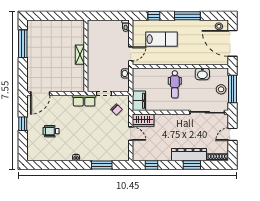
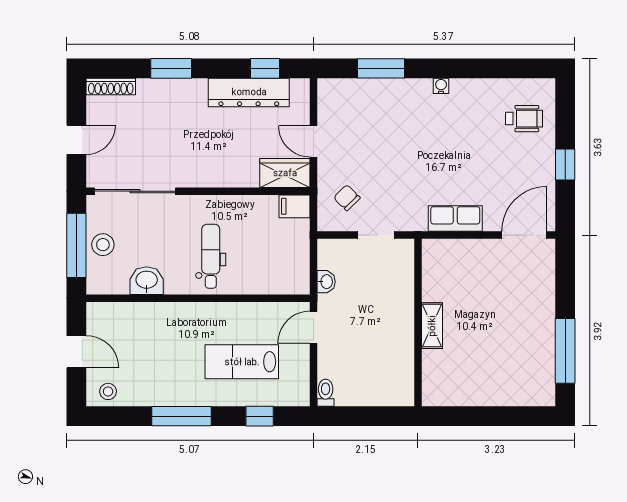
door: (232, 43) -> (76, 352), width x0.53
row of seats: (84, 101) -> (455, 218), moved
filing cabinet: (139, 101) -> (294, 206), width x0.50
wheelchair: (51, 131) -> (524, 119), moved
dresser: (189, 155) -> (249, 92), moved

